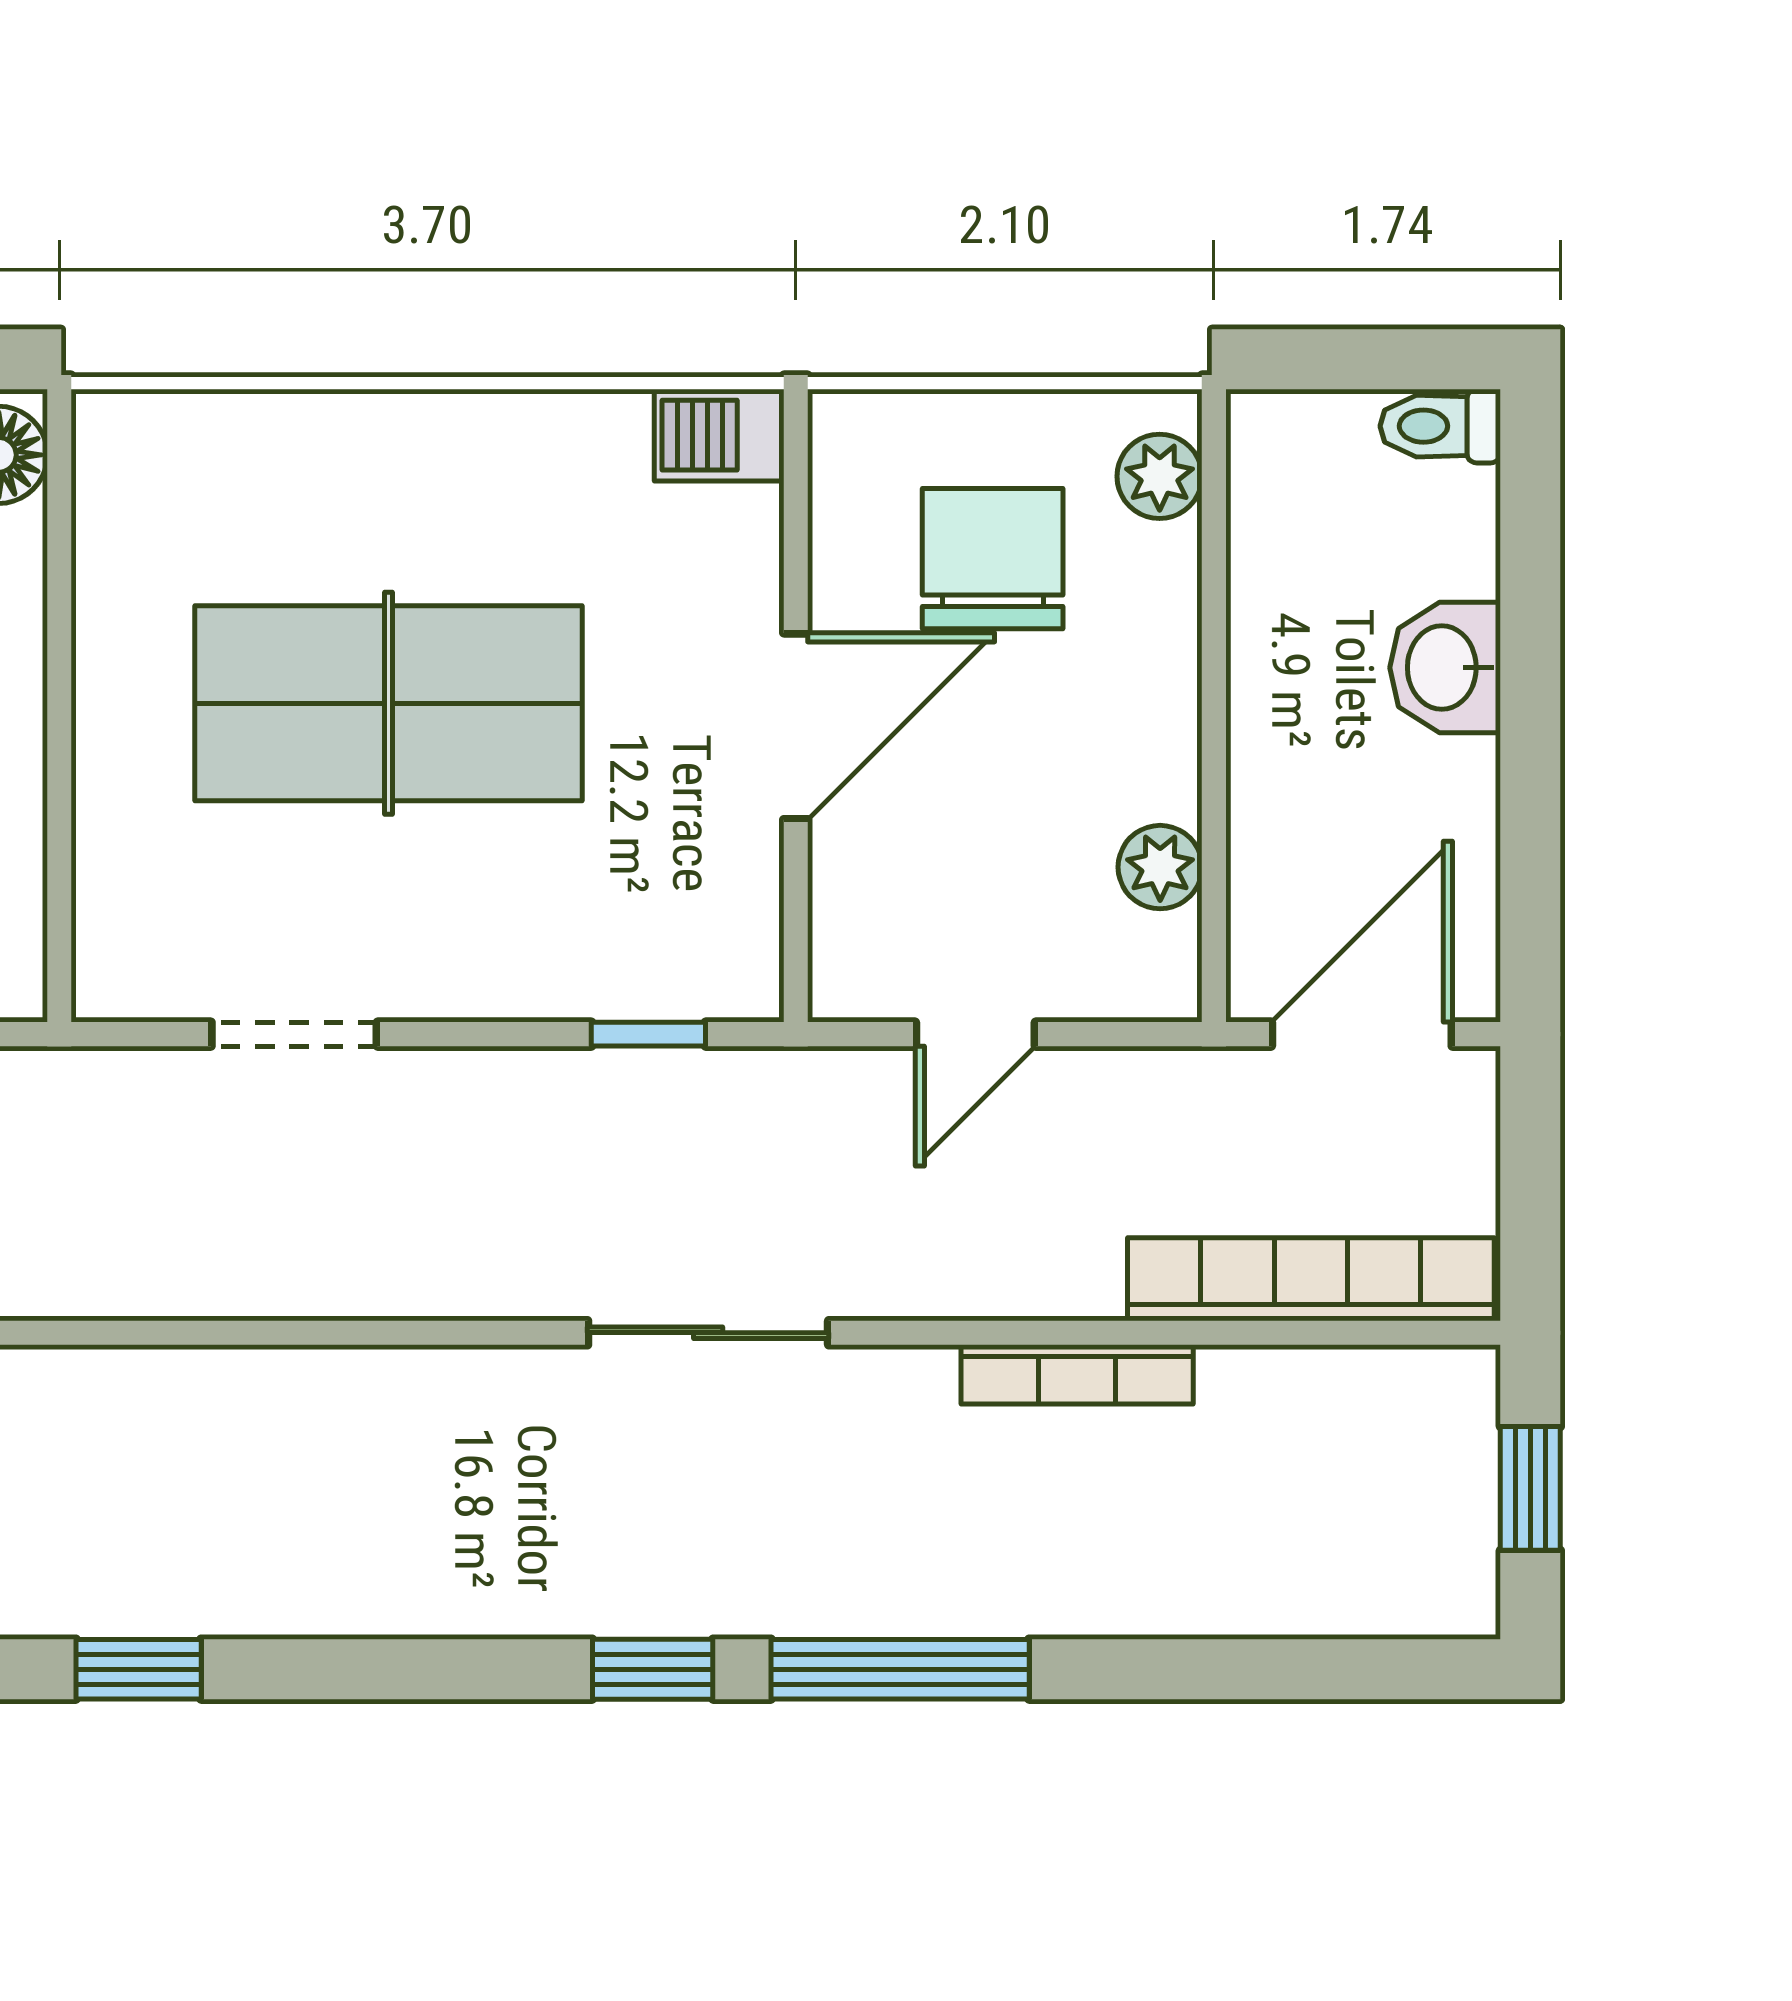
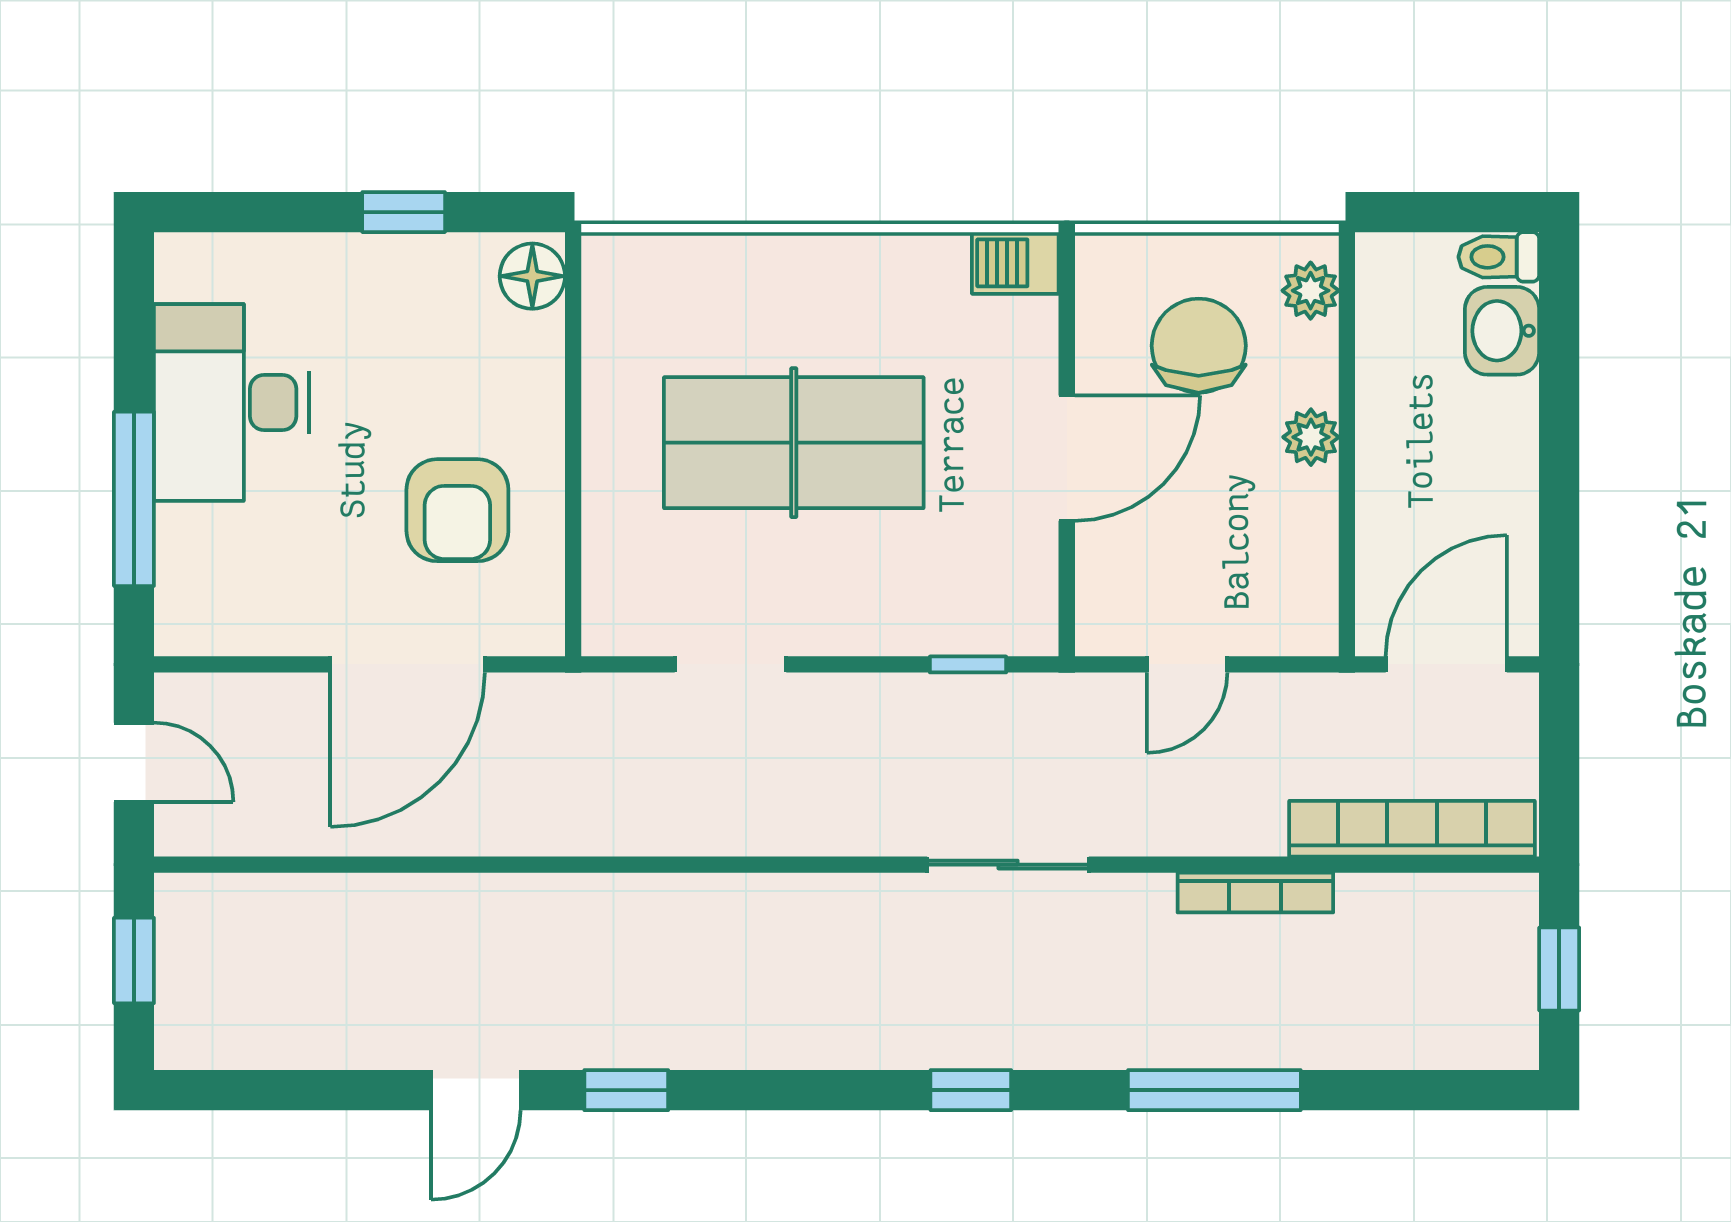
washbasin: (1445, 668) -> (1502, 331), moved
plant: (1160, 867) -> (1311, 437), moved
window: (900, 1669) -> (1214, 1090), moved

